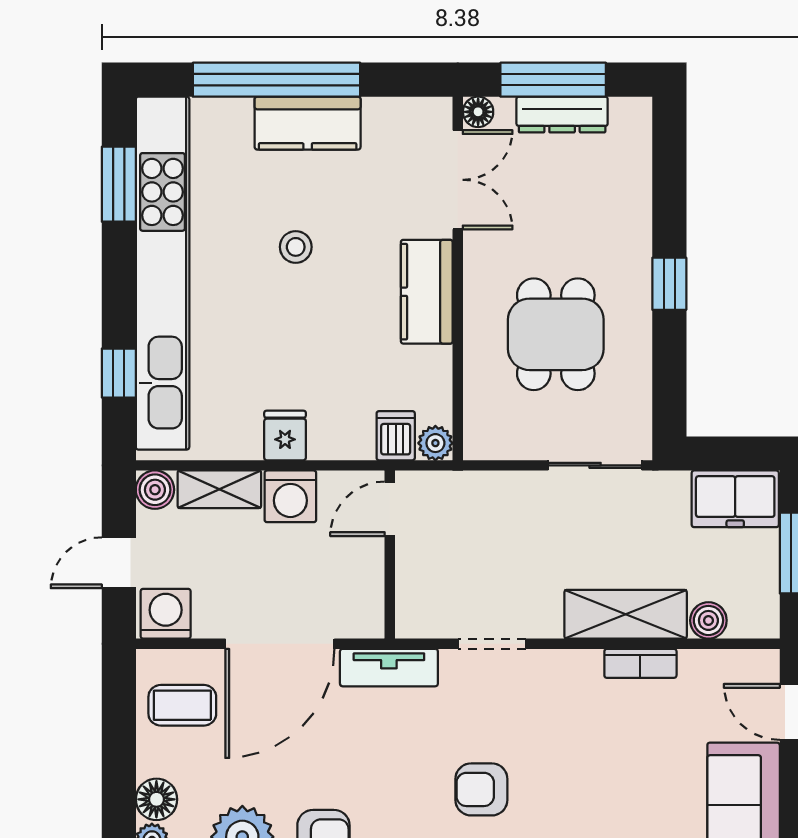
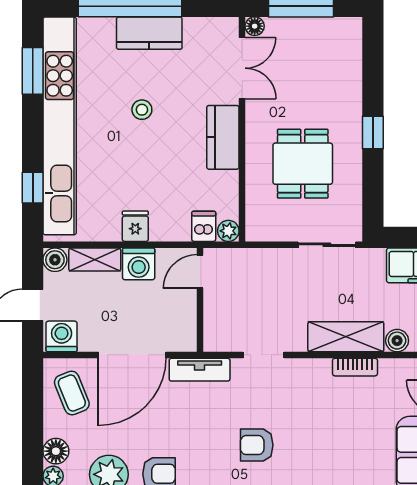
dresser: (562, 115) -> (307, 28), removed
coffee table: (182, 705) -> (72, 393), turned 68

